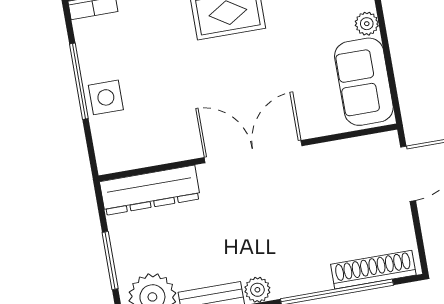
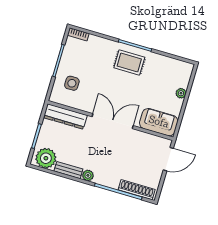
sofa: (364, 82) -> (159, 122), moved, turned 90
side table: (106, 97) -> (72, 83), moved

